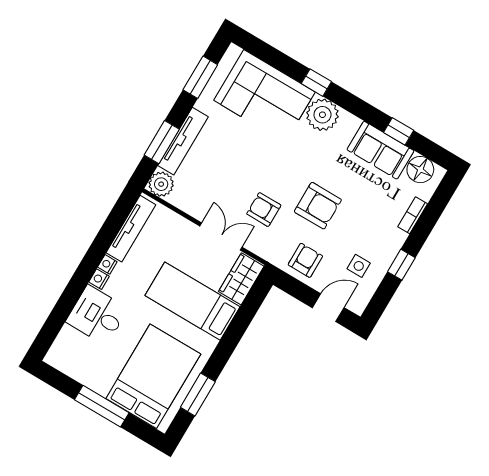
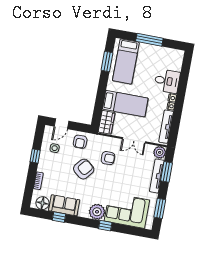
armchair: (318, 206) -> (84, 169), turned 129
double door: (221, 237) -> (134, 140), moved
bed: (153, 376) -> (126, 61), width x0.67

